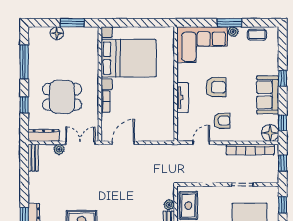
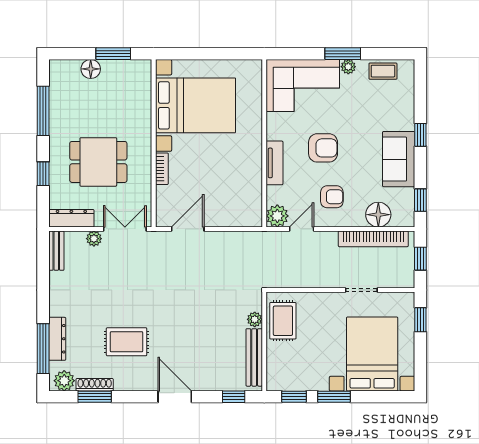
floor lamp: (270, 133) -> (378, 215), moved
plant: (185, 134) -> (277, 216), added

